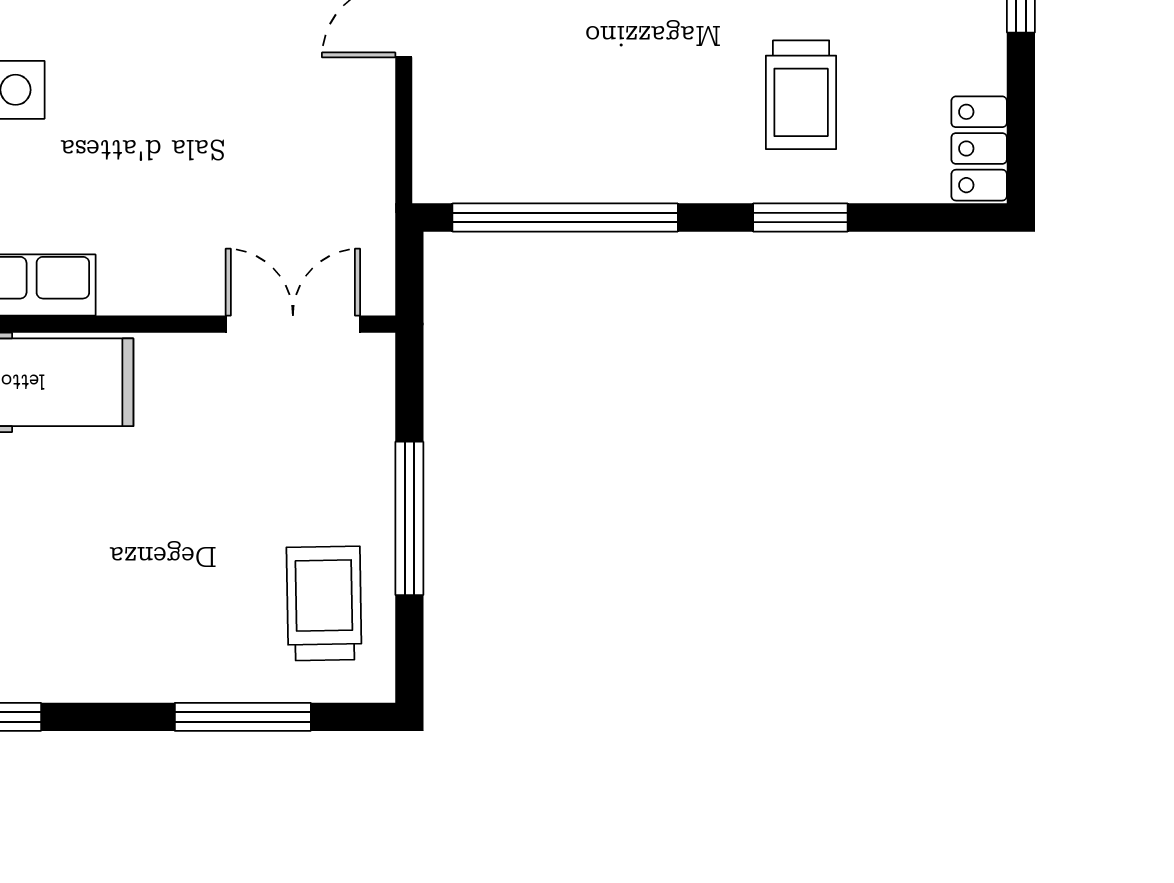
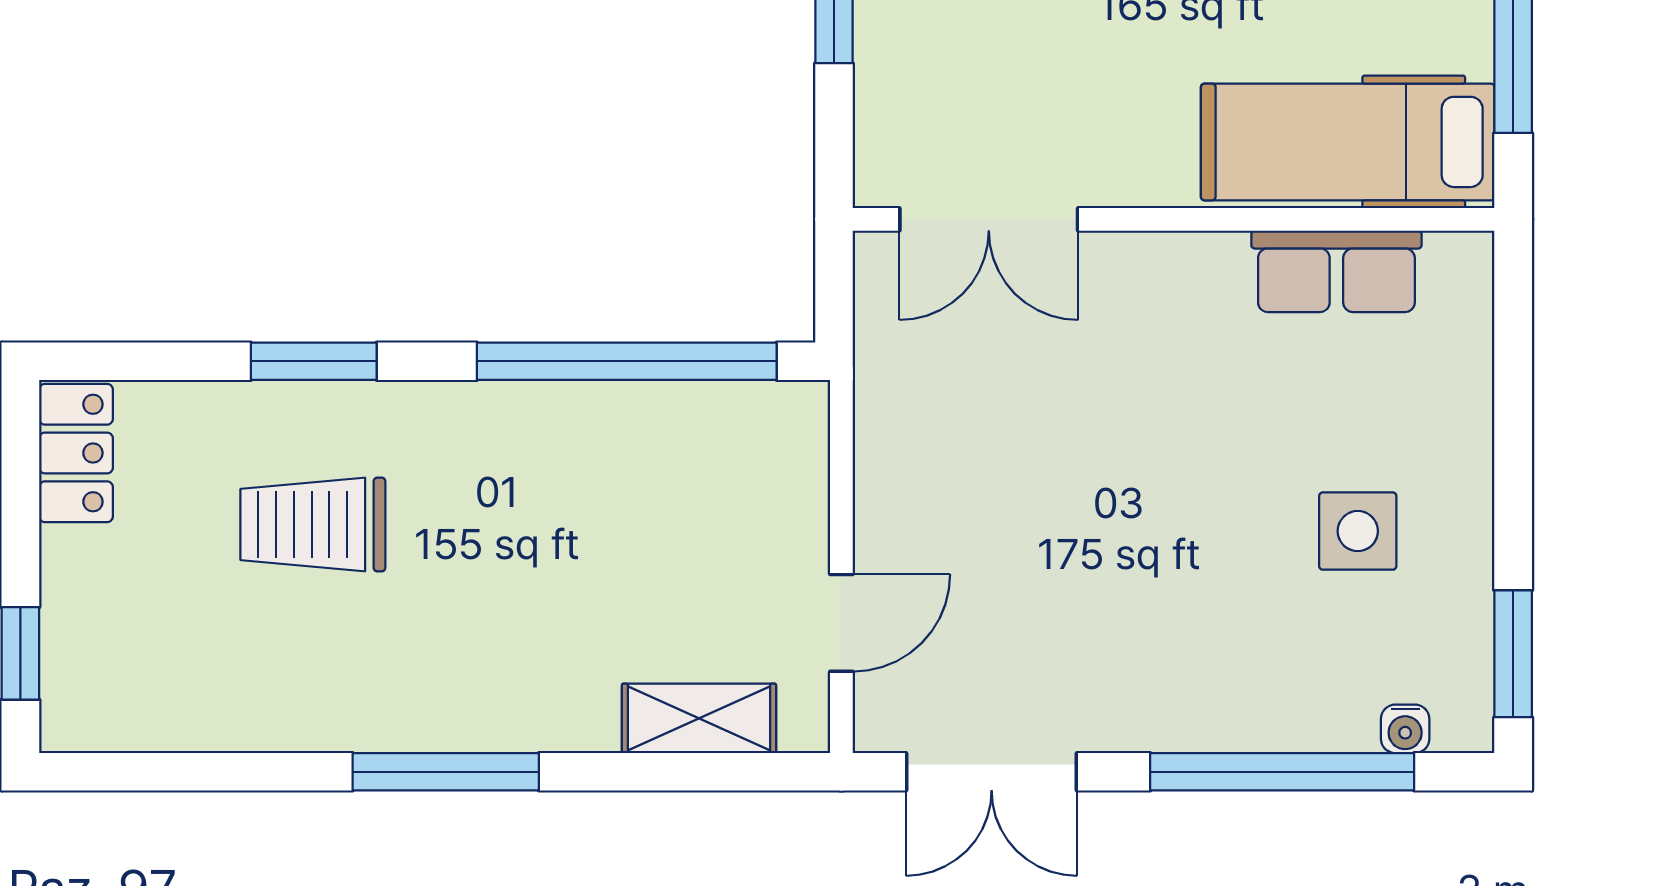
trolley: (801, 95) -> (313, 524), turned -90

